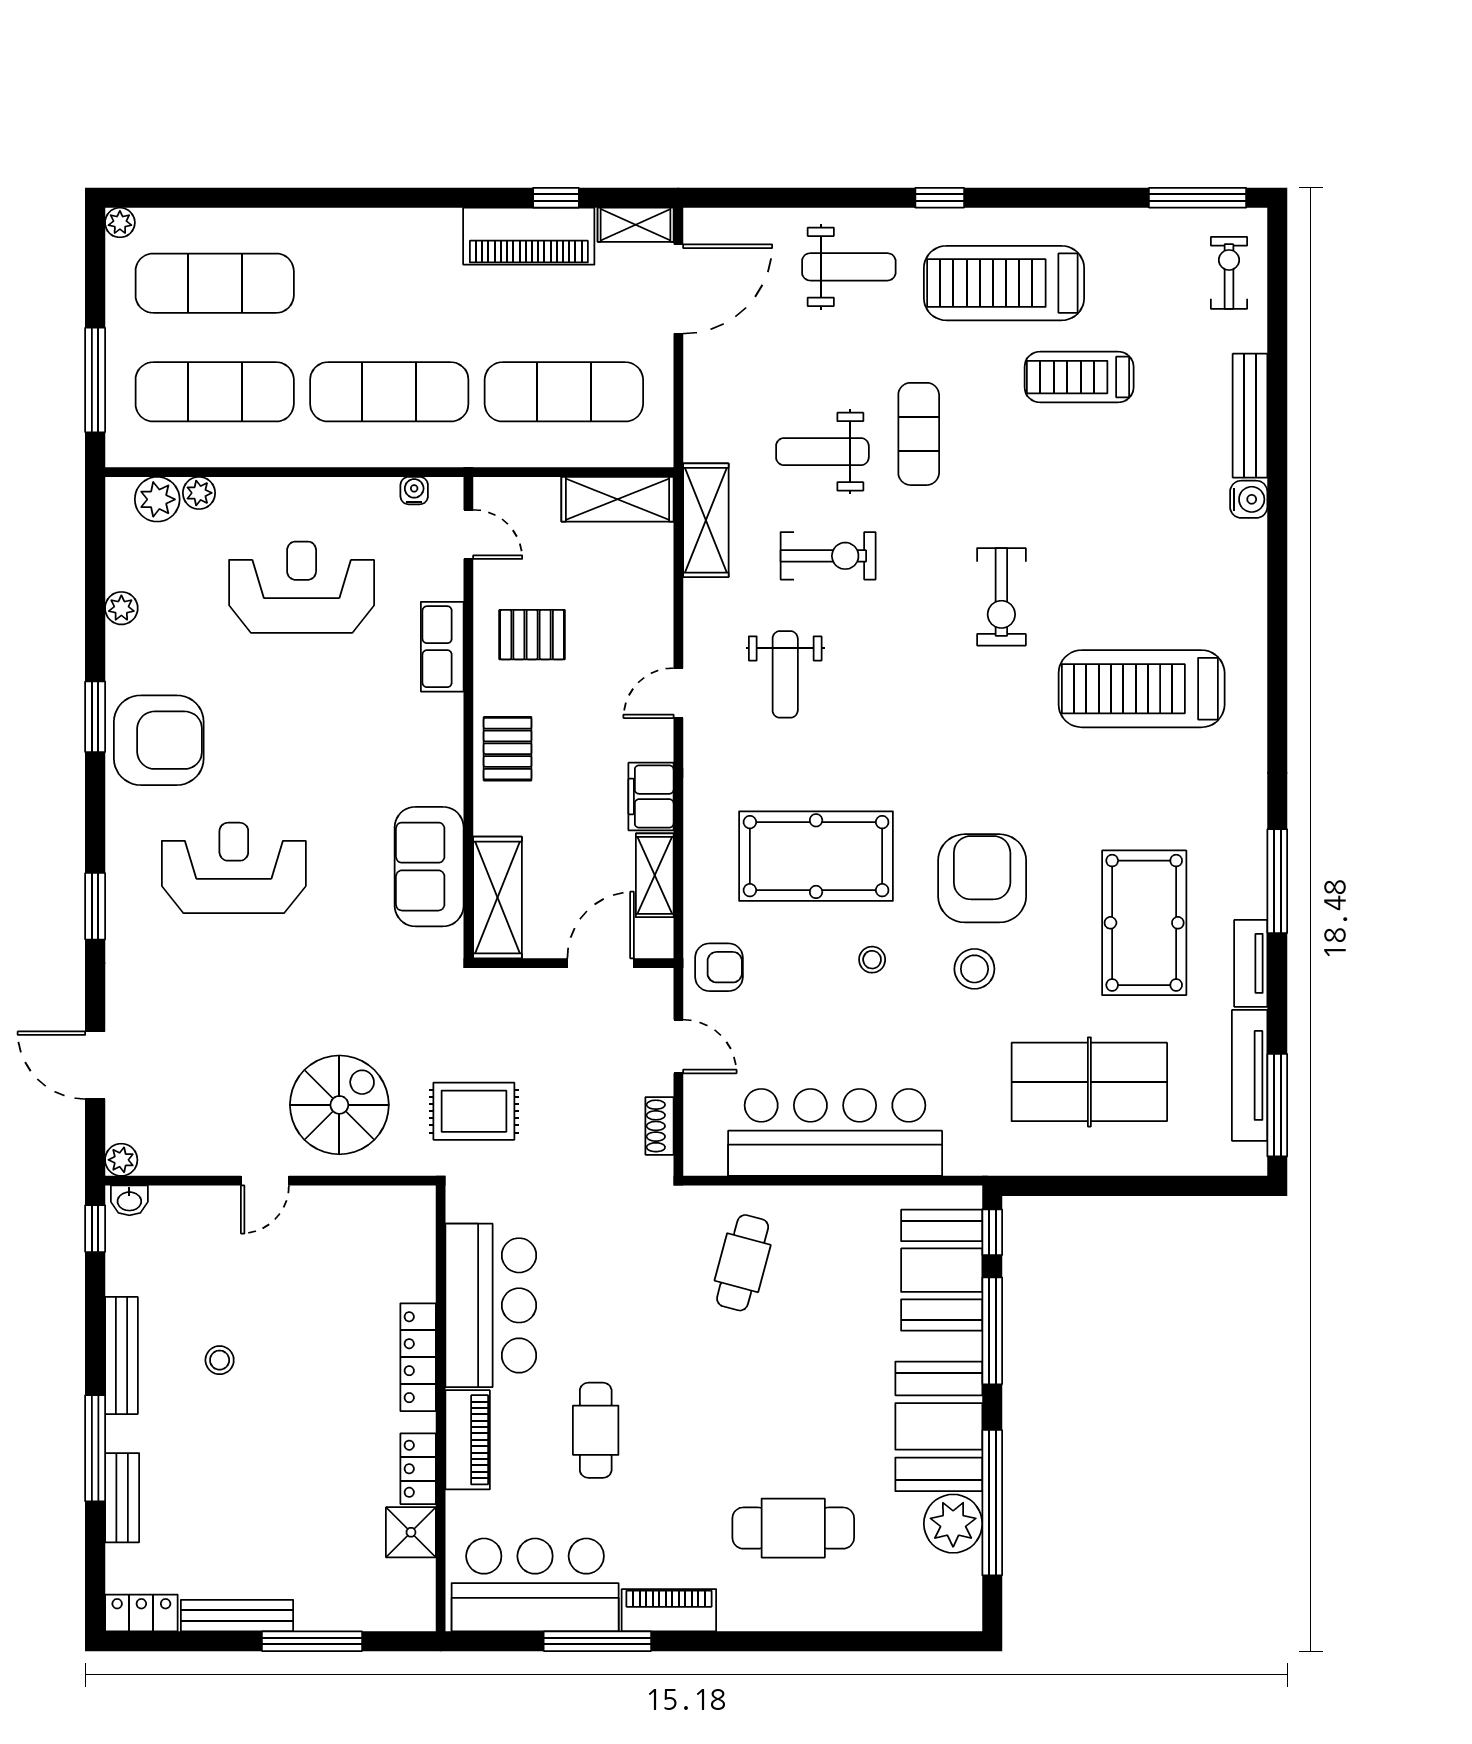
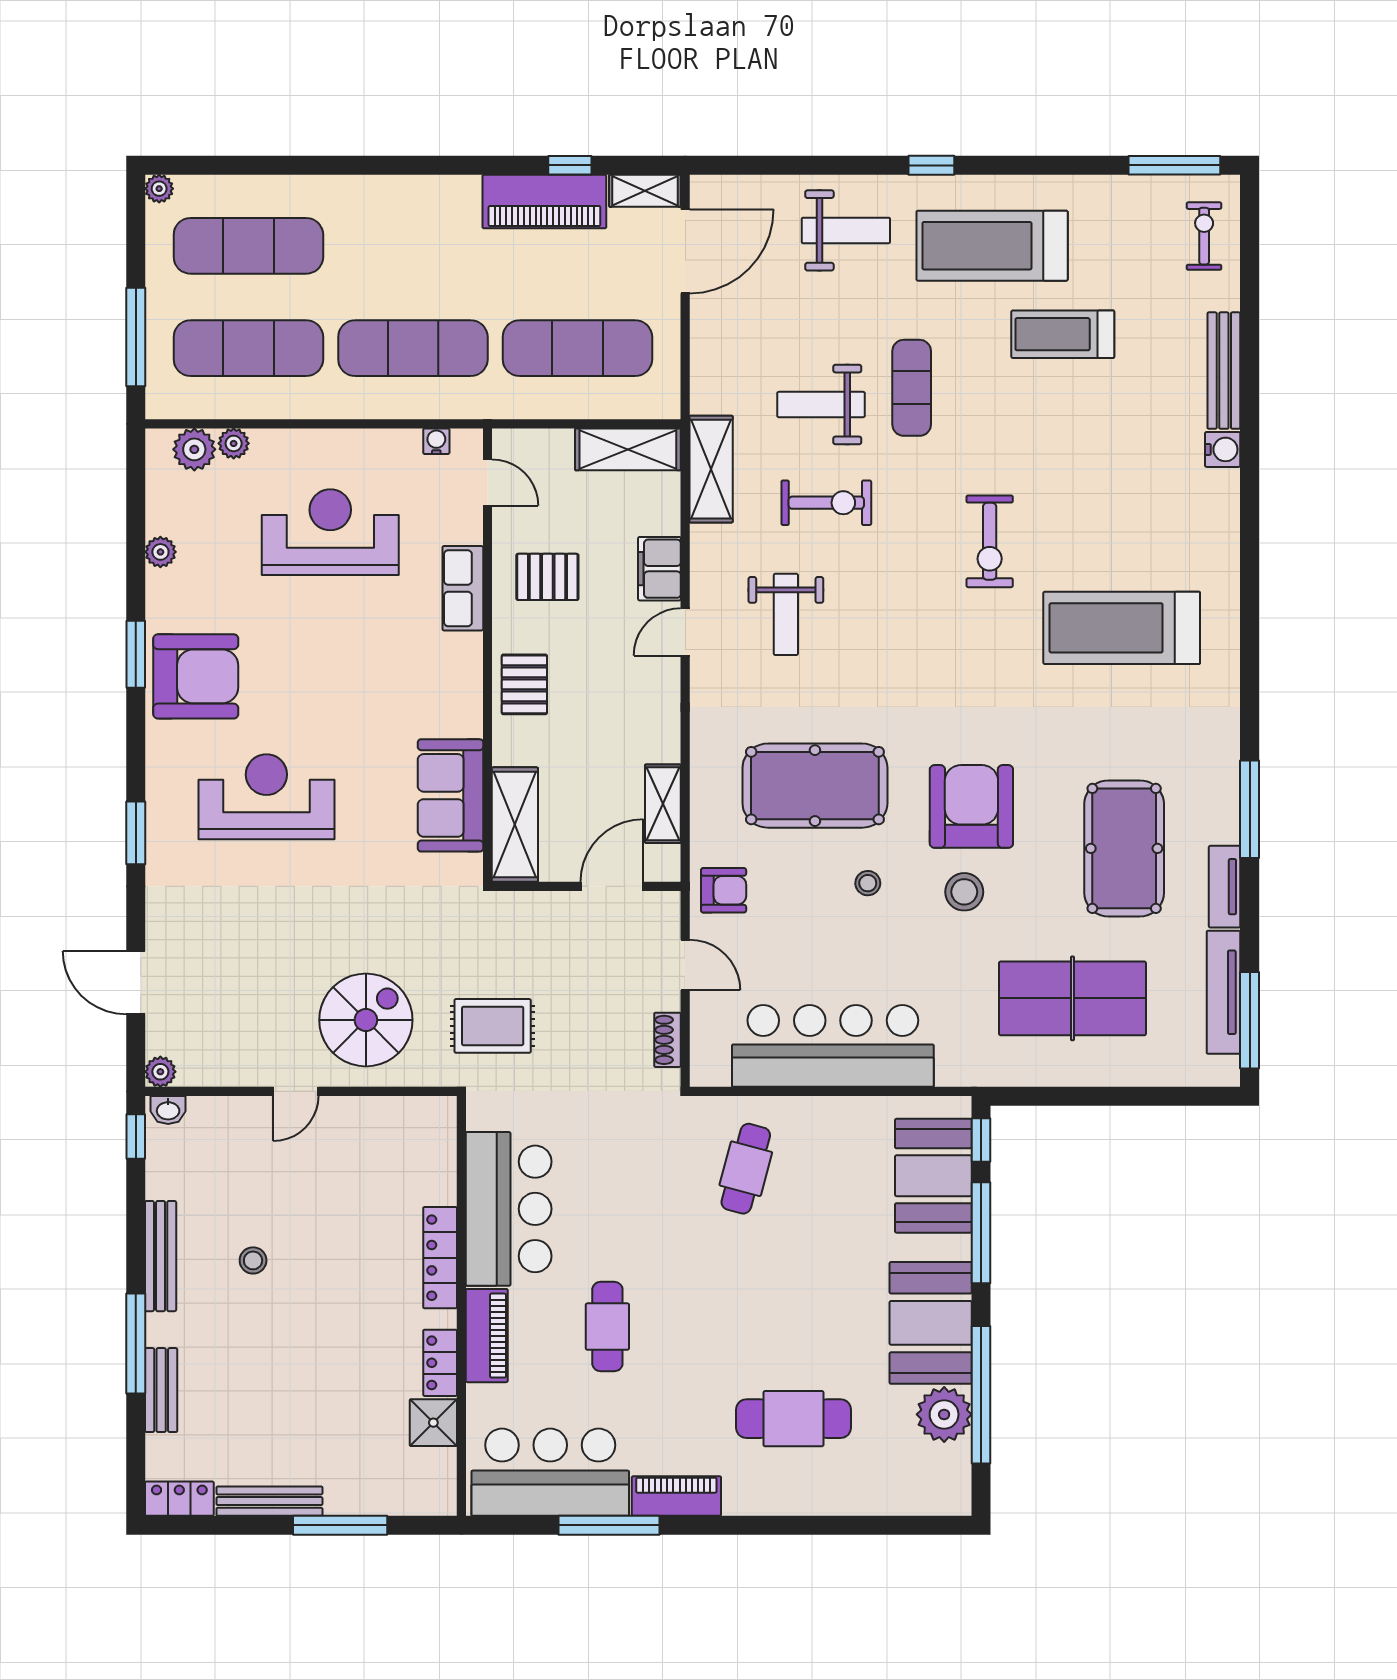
filing cabinet: (651, 796) -> (659, 569), moved

